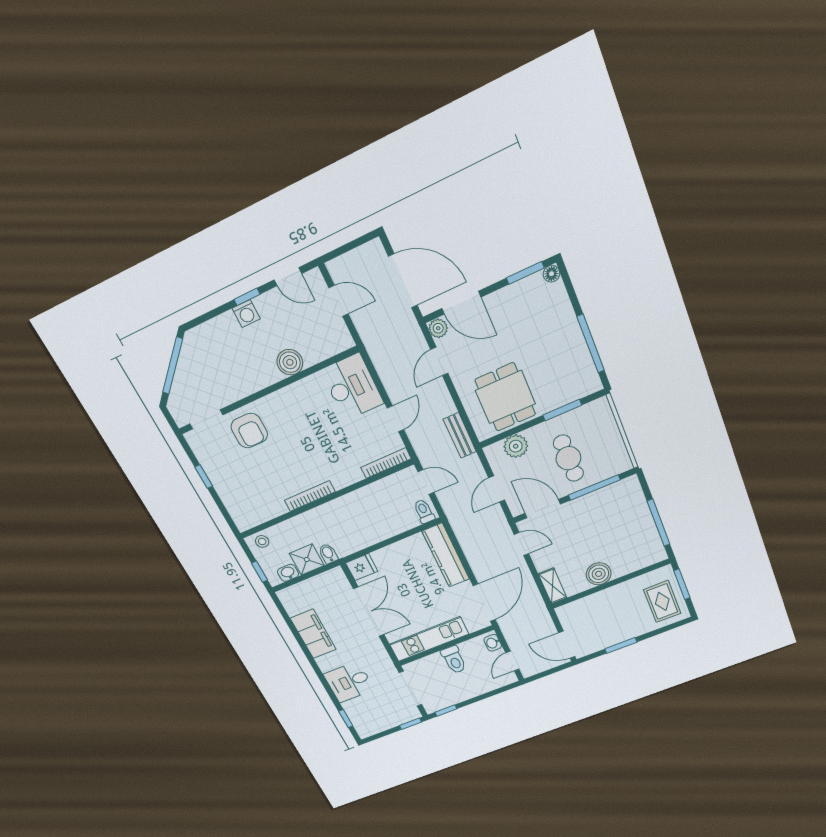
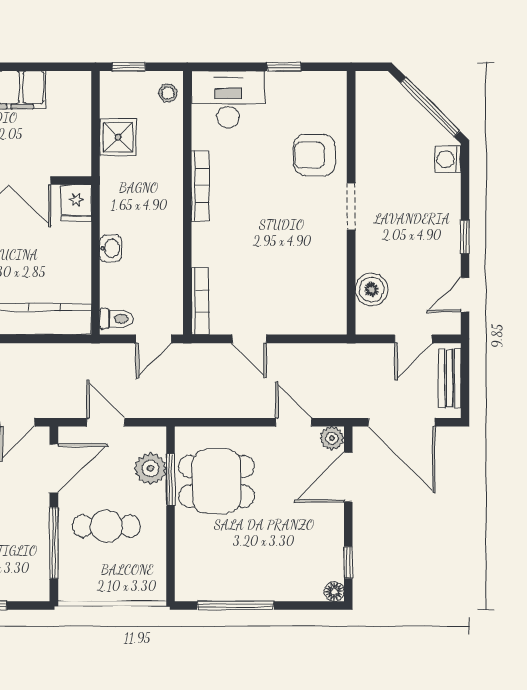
window: (525, 273) -> (348, 563), width x0.67
door: (403, 281) -> (402, 422), hinge flipped
washing machine: (246, 314) -> (448, 159), moved
boiler: (290, 362) -> (372, 290), moved
desk: (352, 387) -> (228, 100), moved, turned 180
window: (562, 410) -> (171, 480), moved
doorway: (206, 419) -> (351, 206), moved
bench: (460, 435) -> (450, 378), moved, turned 90
bidet: (328, 554) -> (114, 169), removed
washbasin: (288, 573) -> (111, 248), moved

